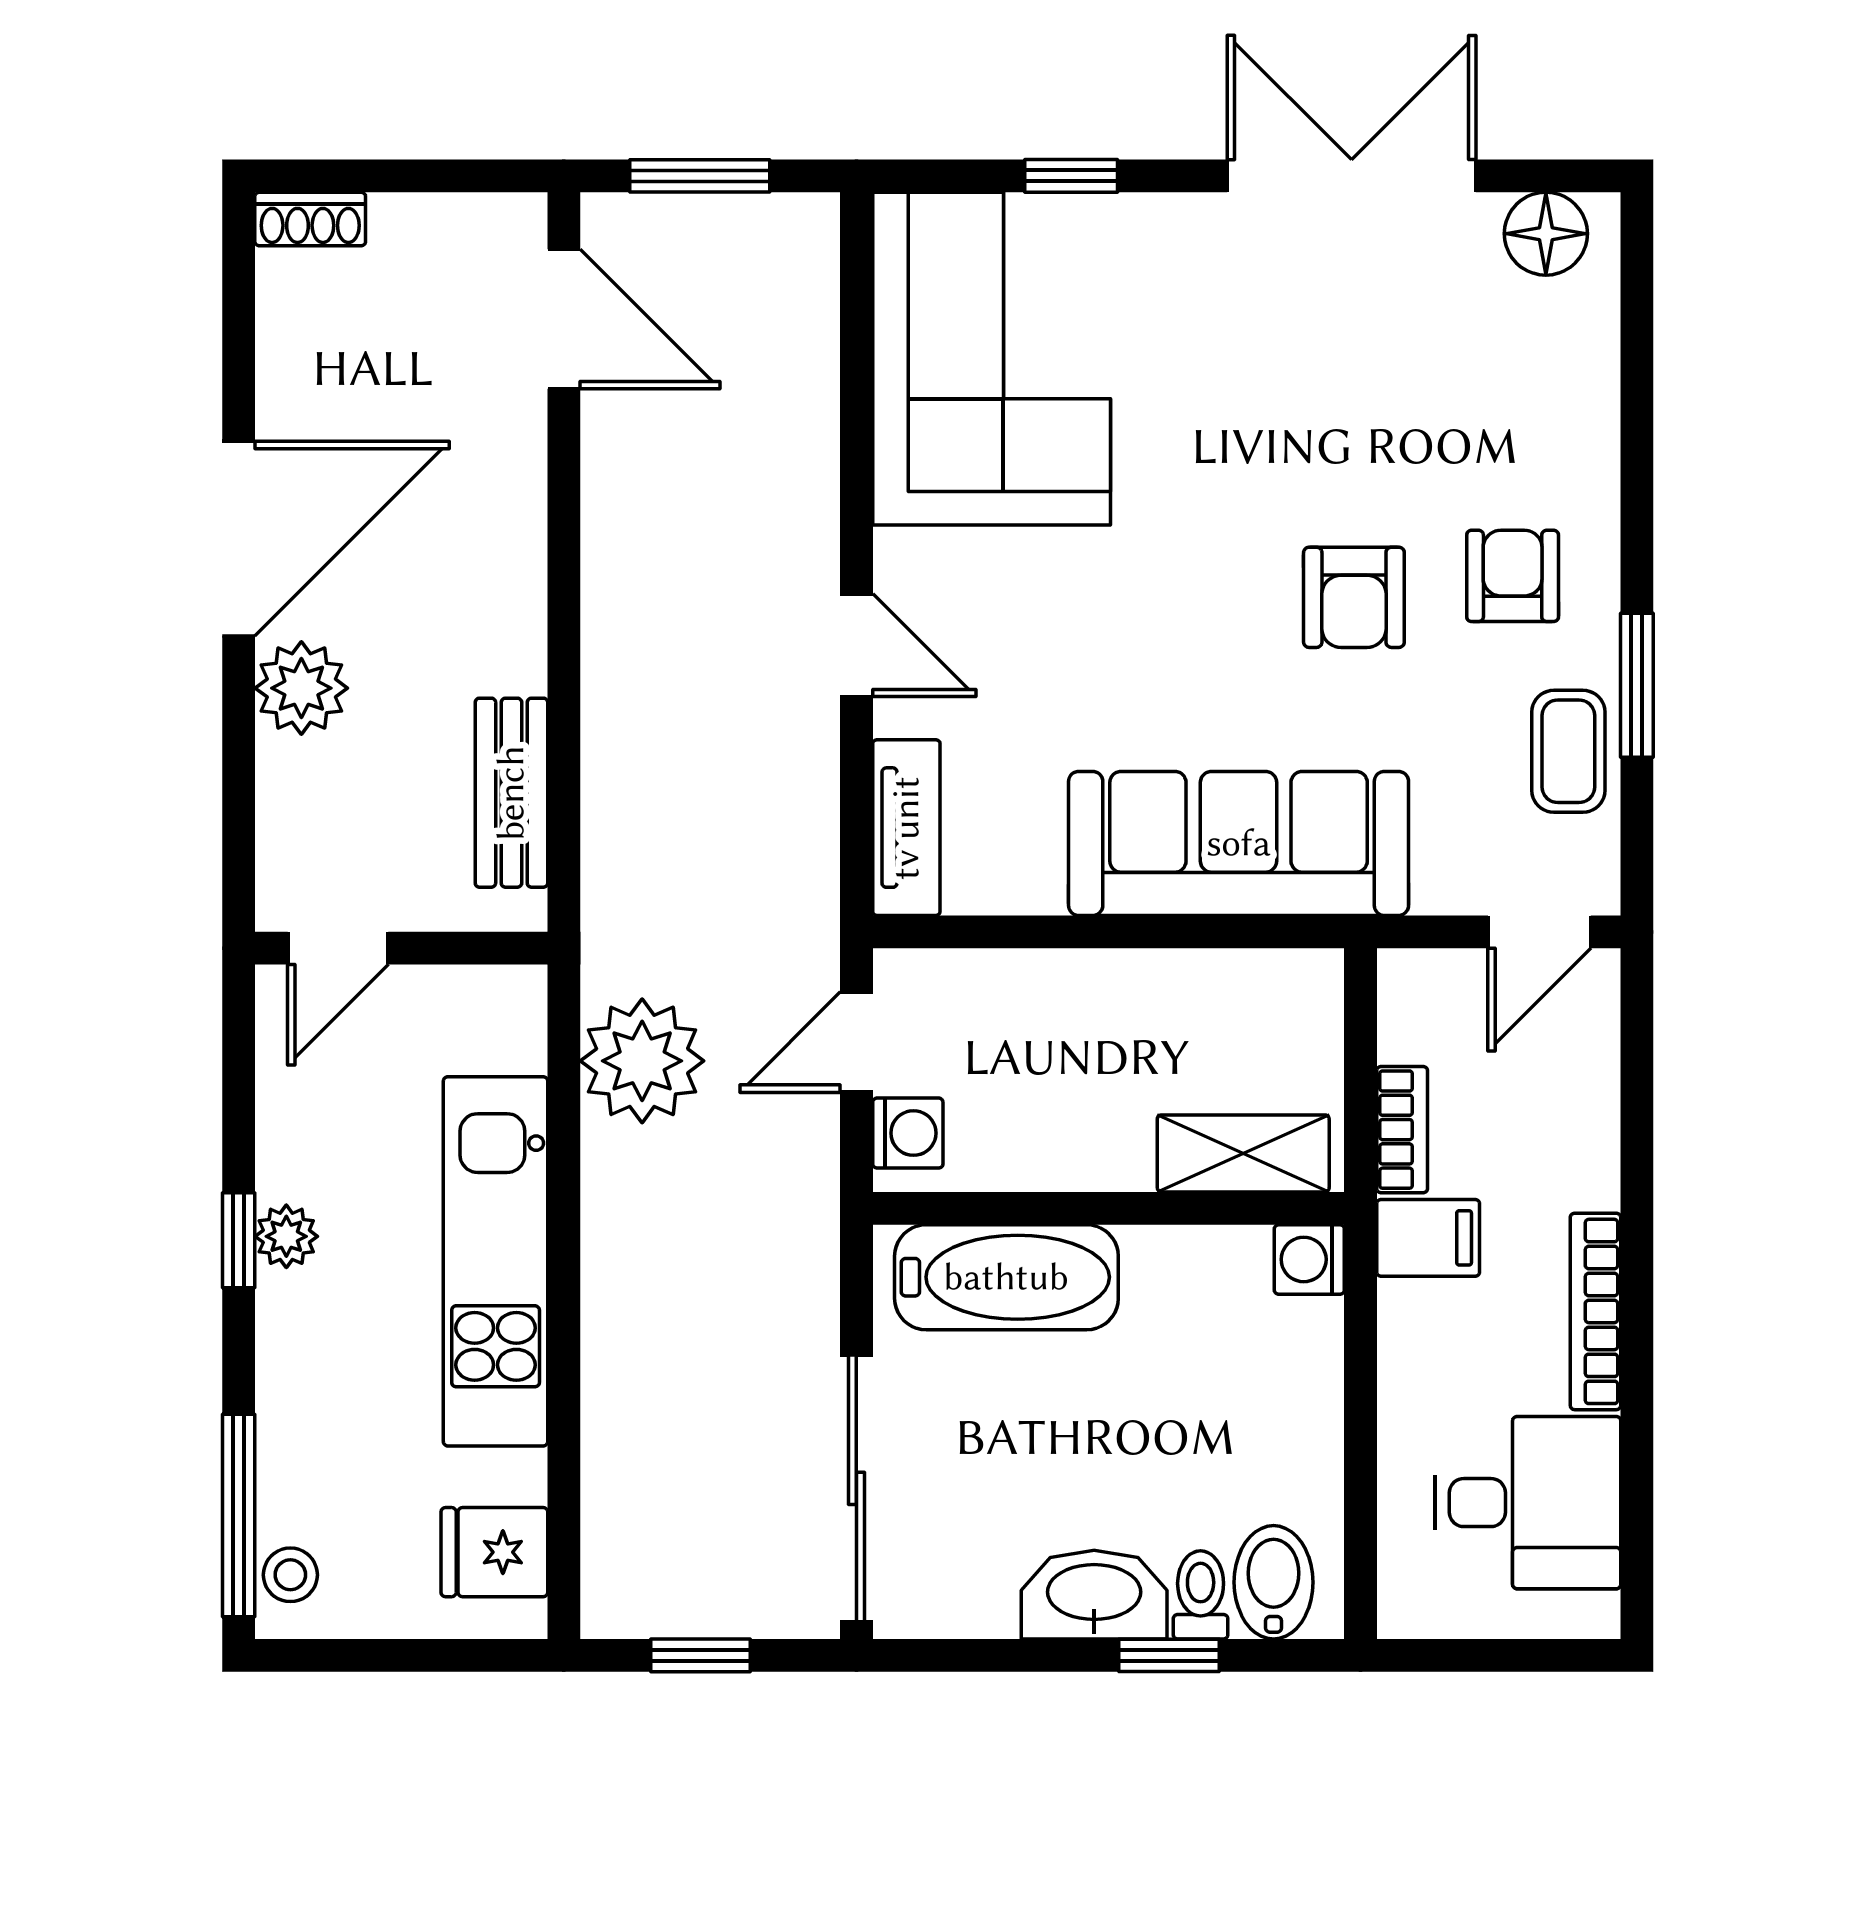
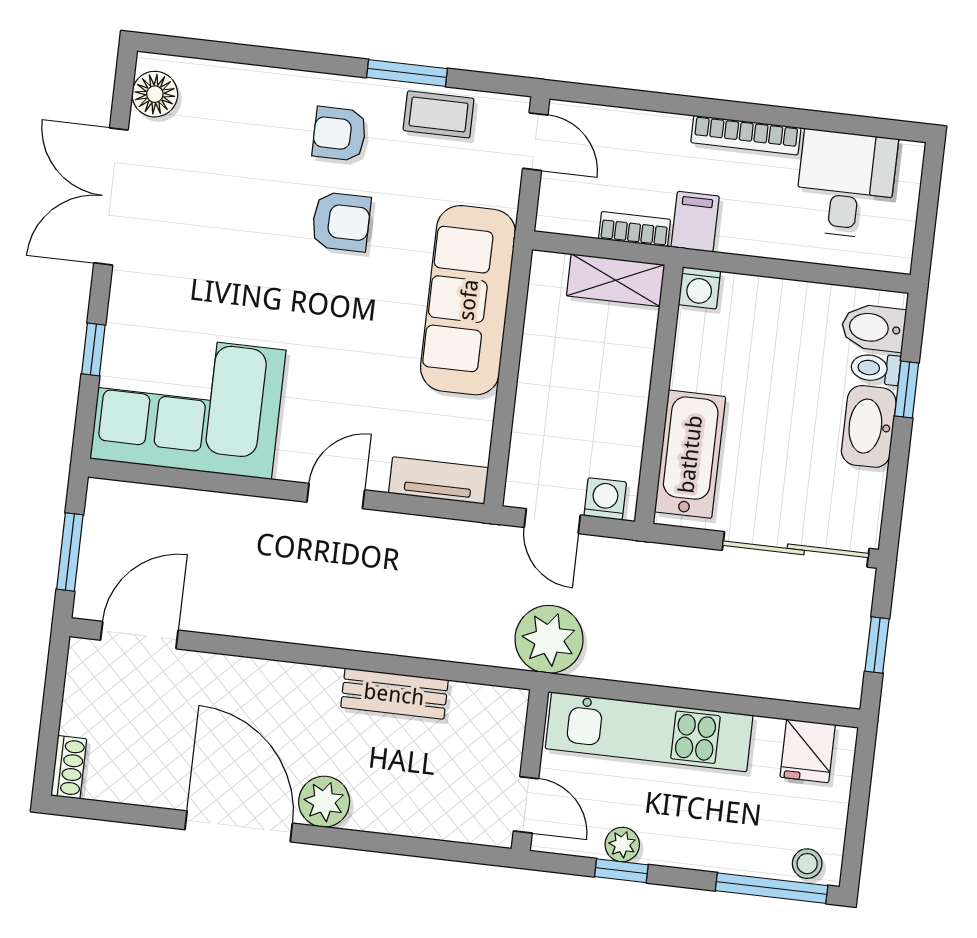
door: (338, 948) -> (526, 805), moved
wall: (401, 948) -> (530, 770), moved
shelving: (1243, 1153) -> (616, 280), moved, turned 90

